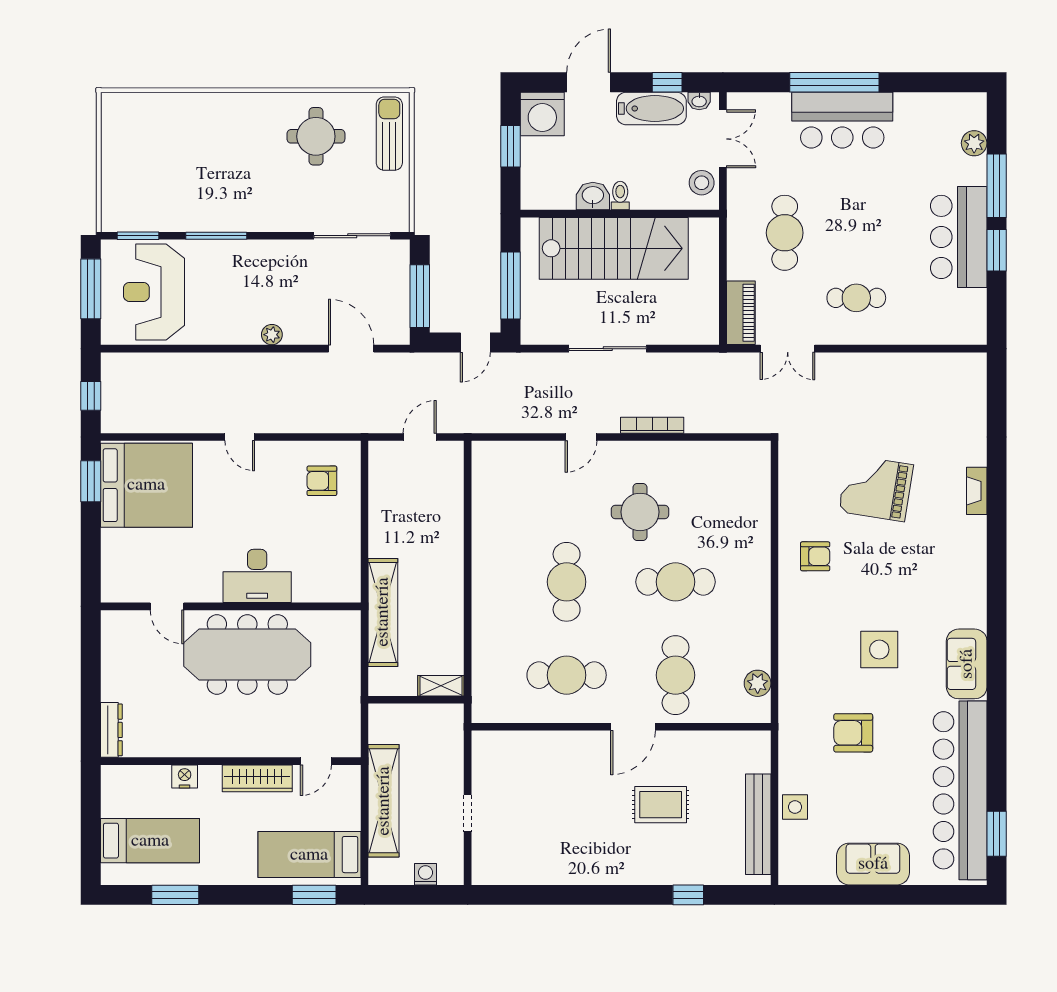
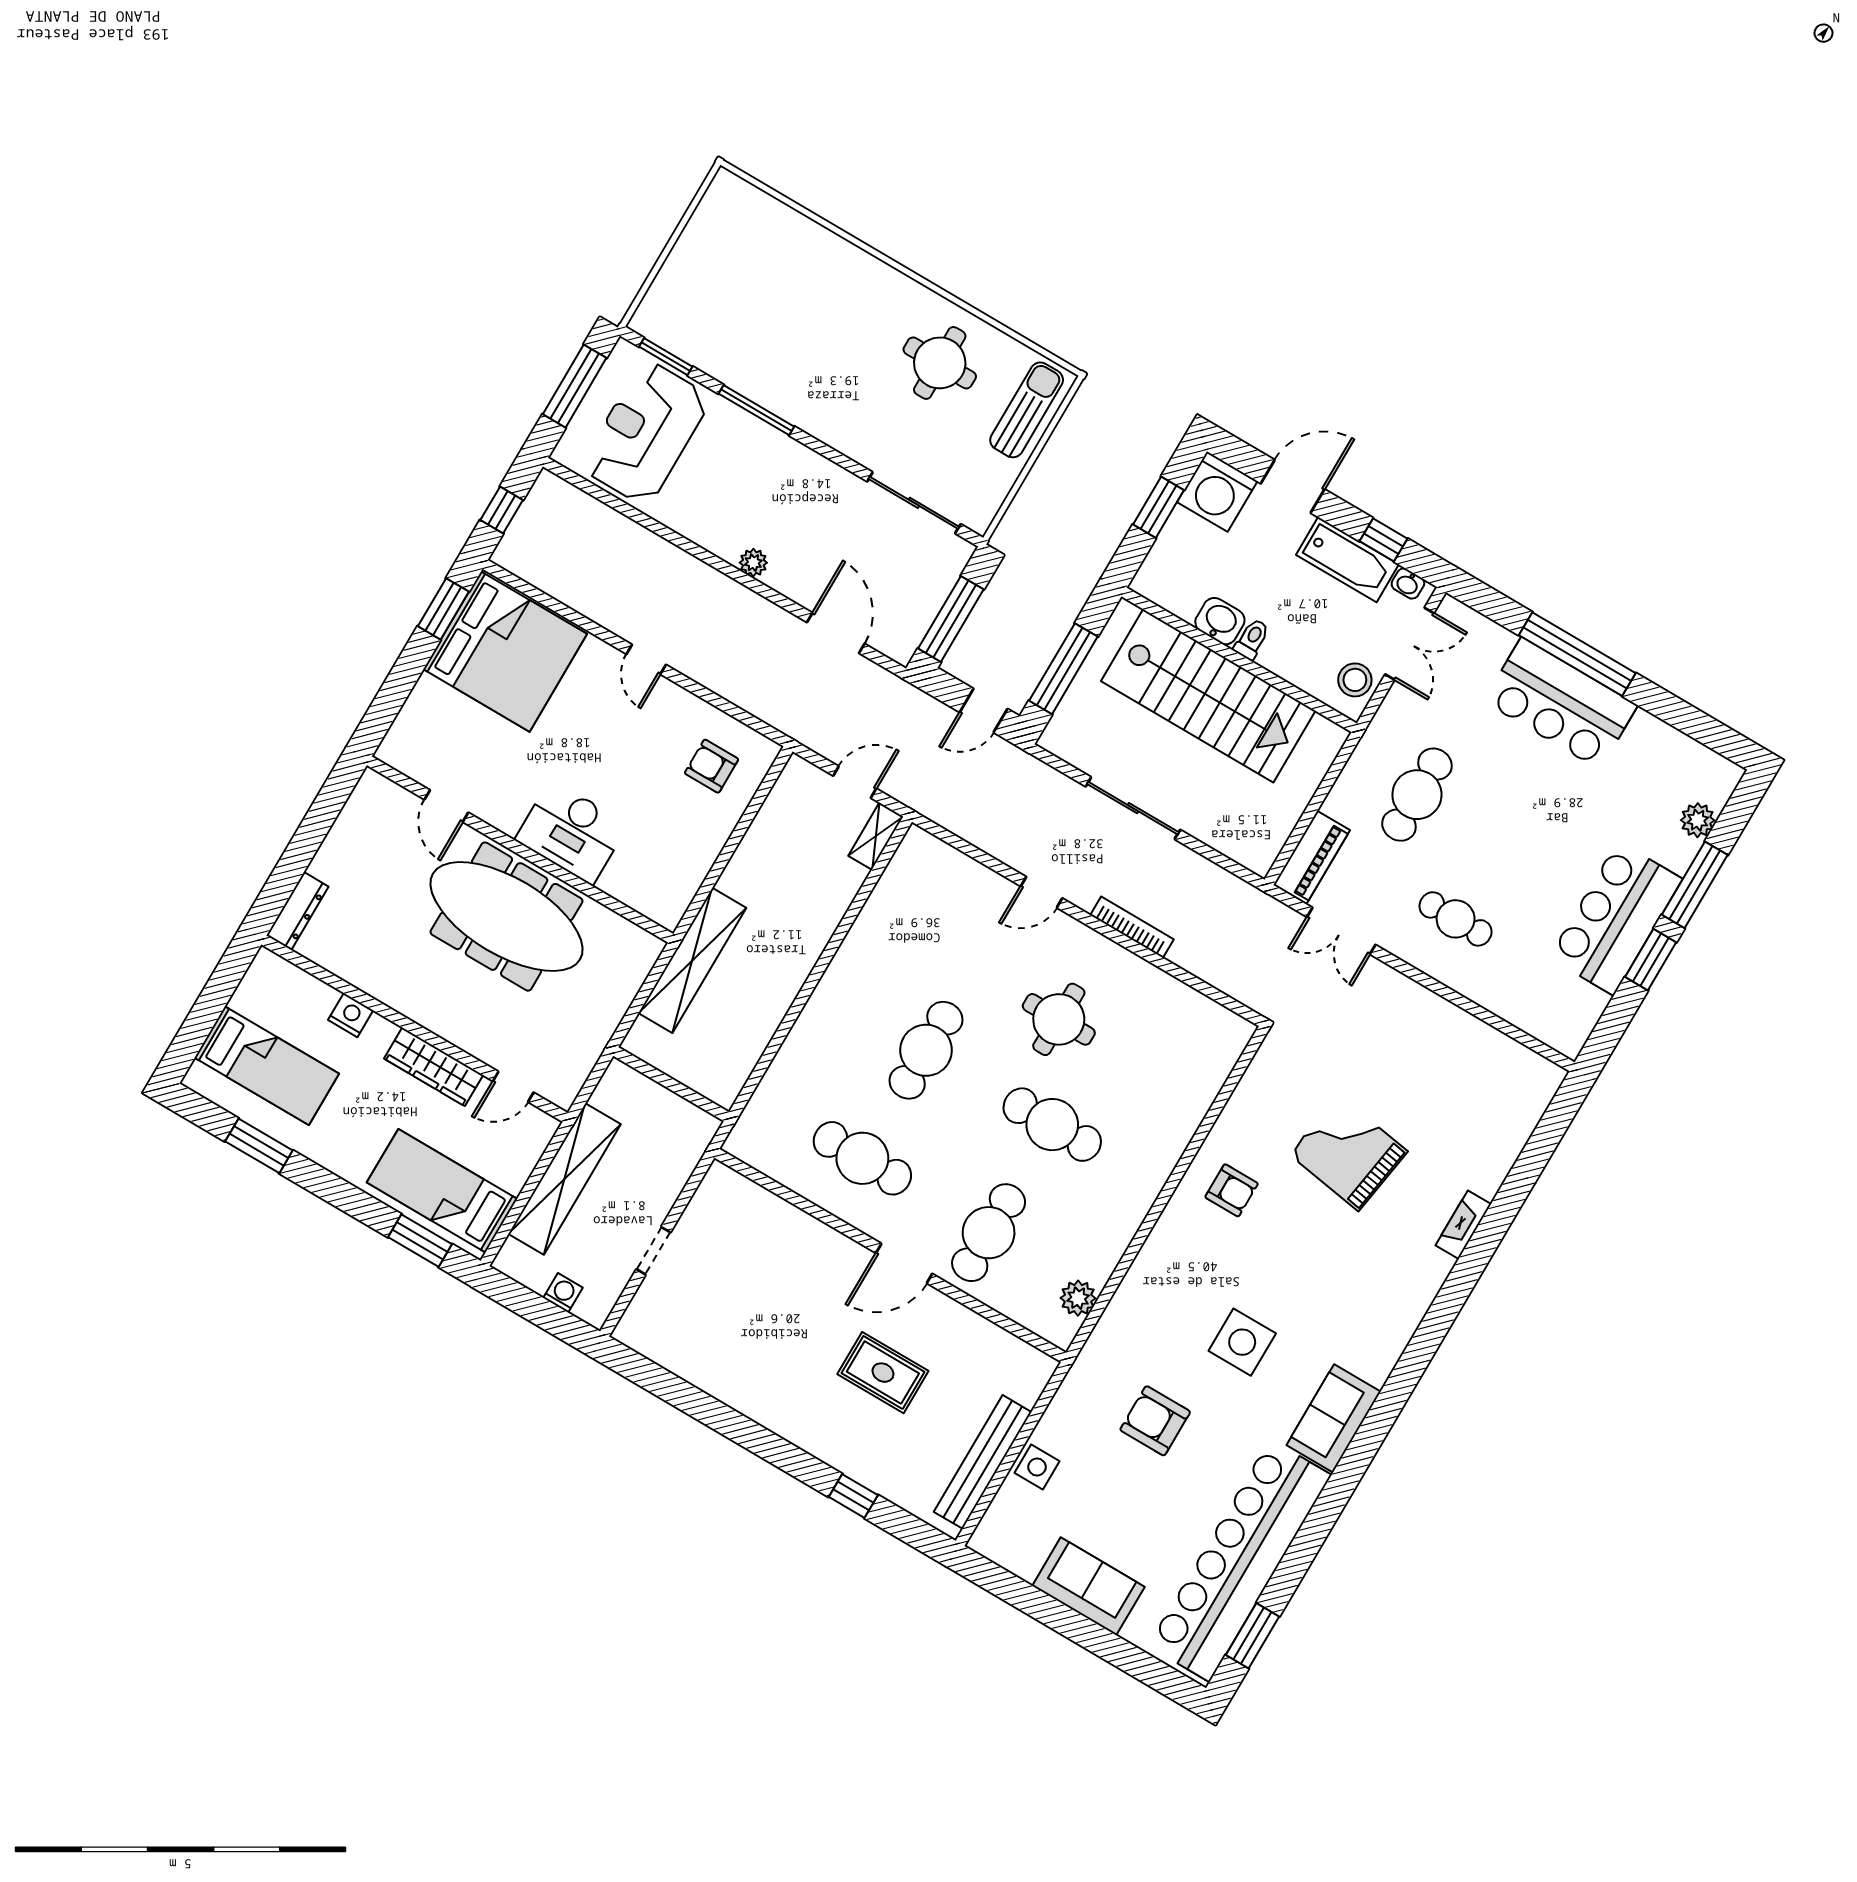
shelving: (441, 686) -> (876, 836), moved, turned 90

